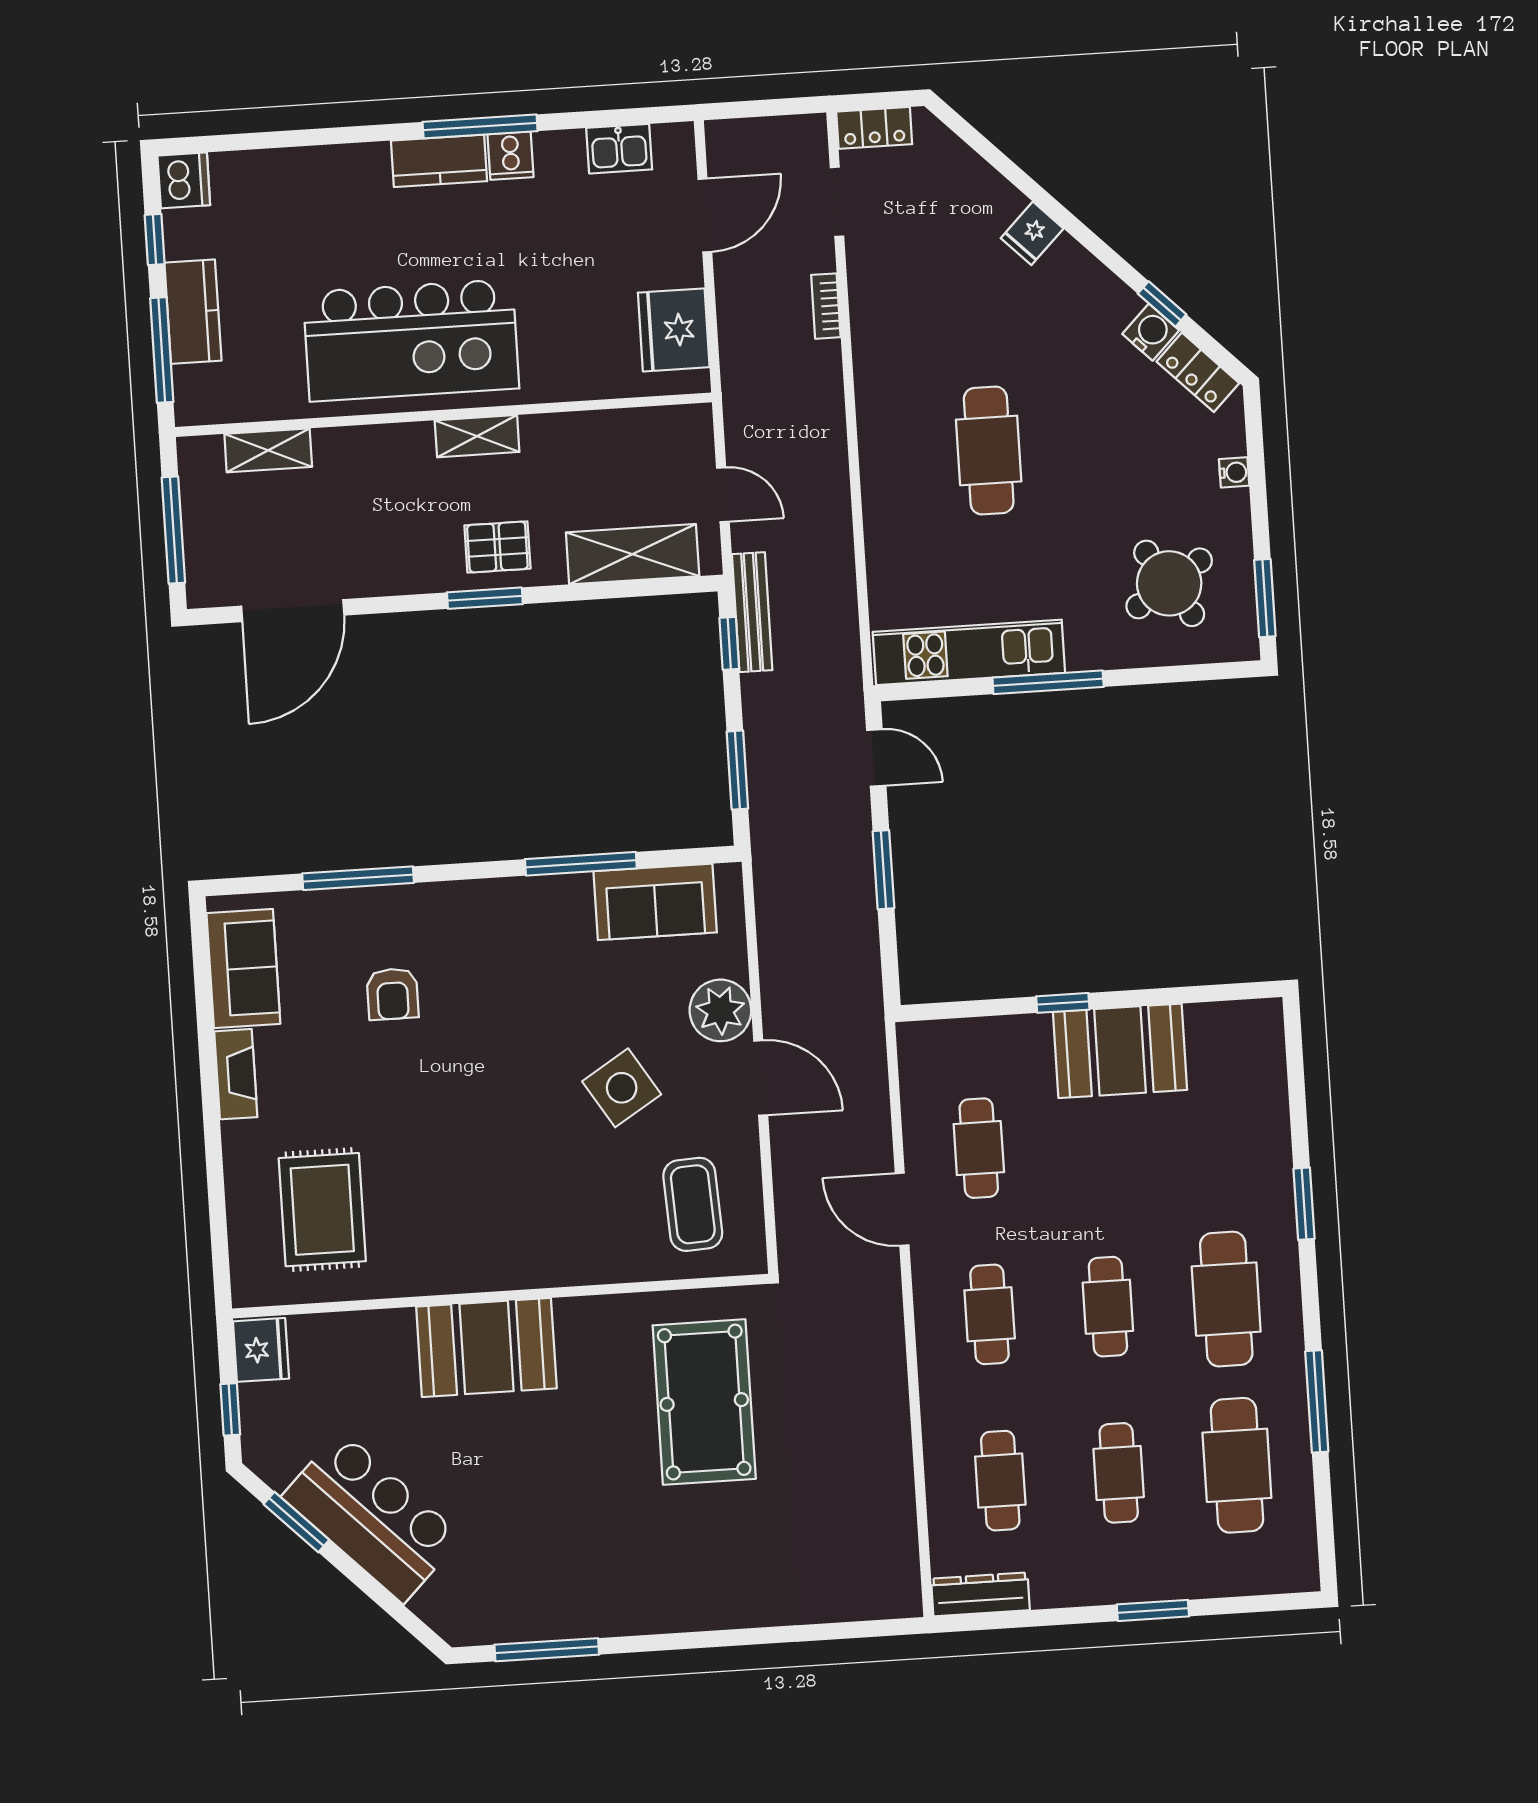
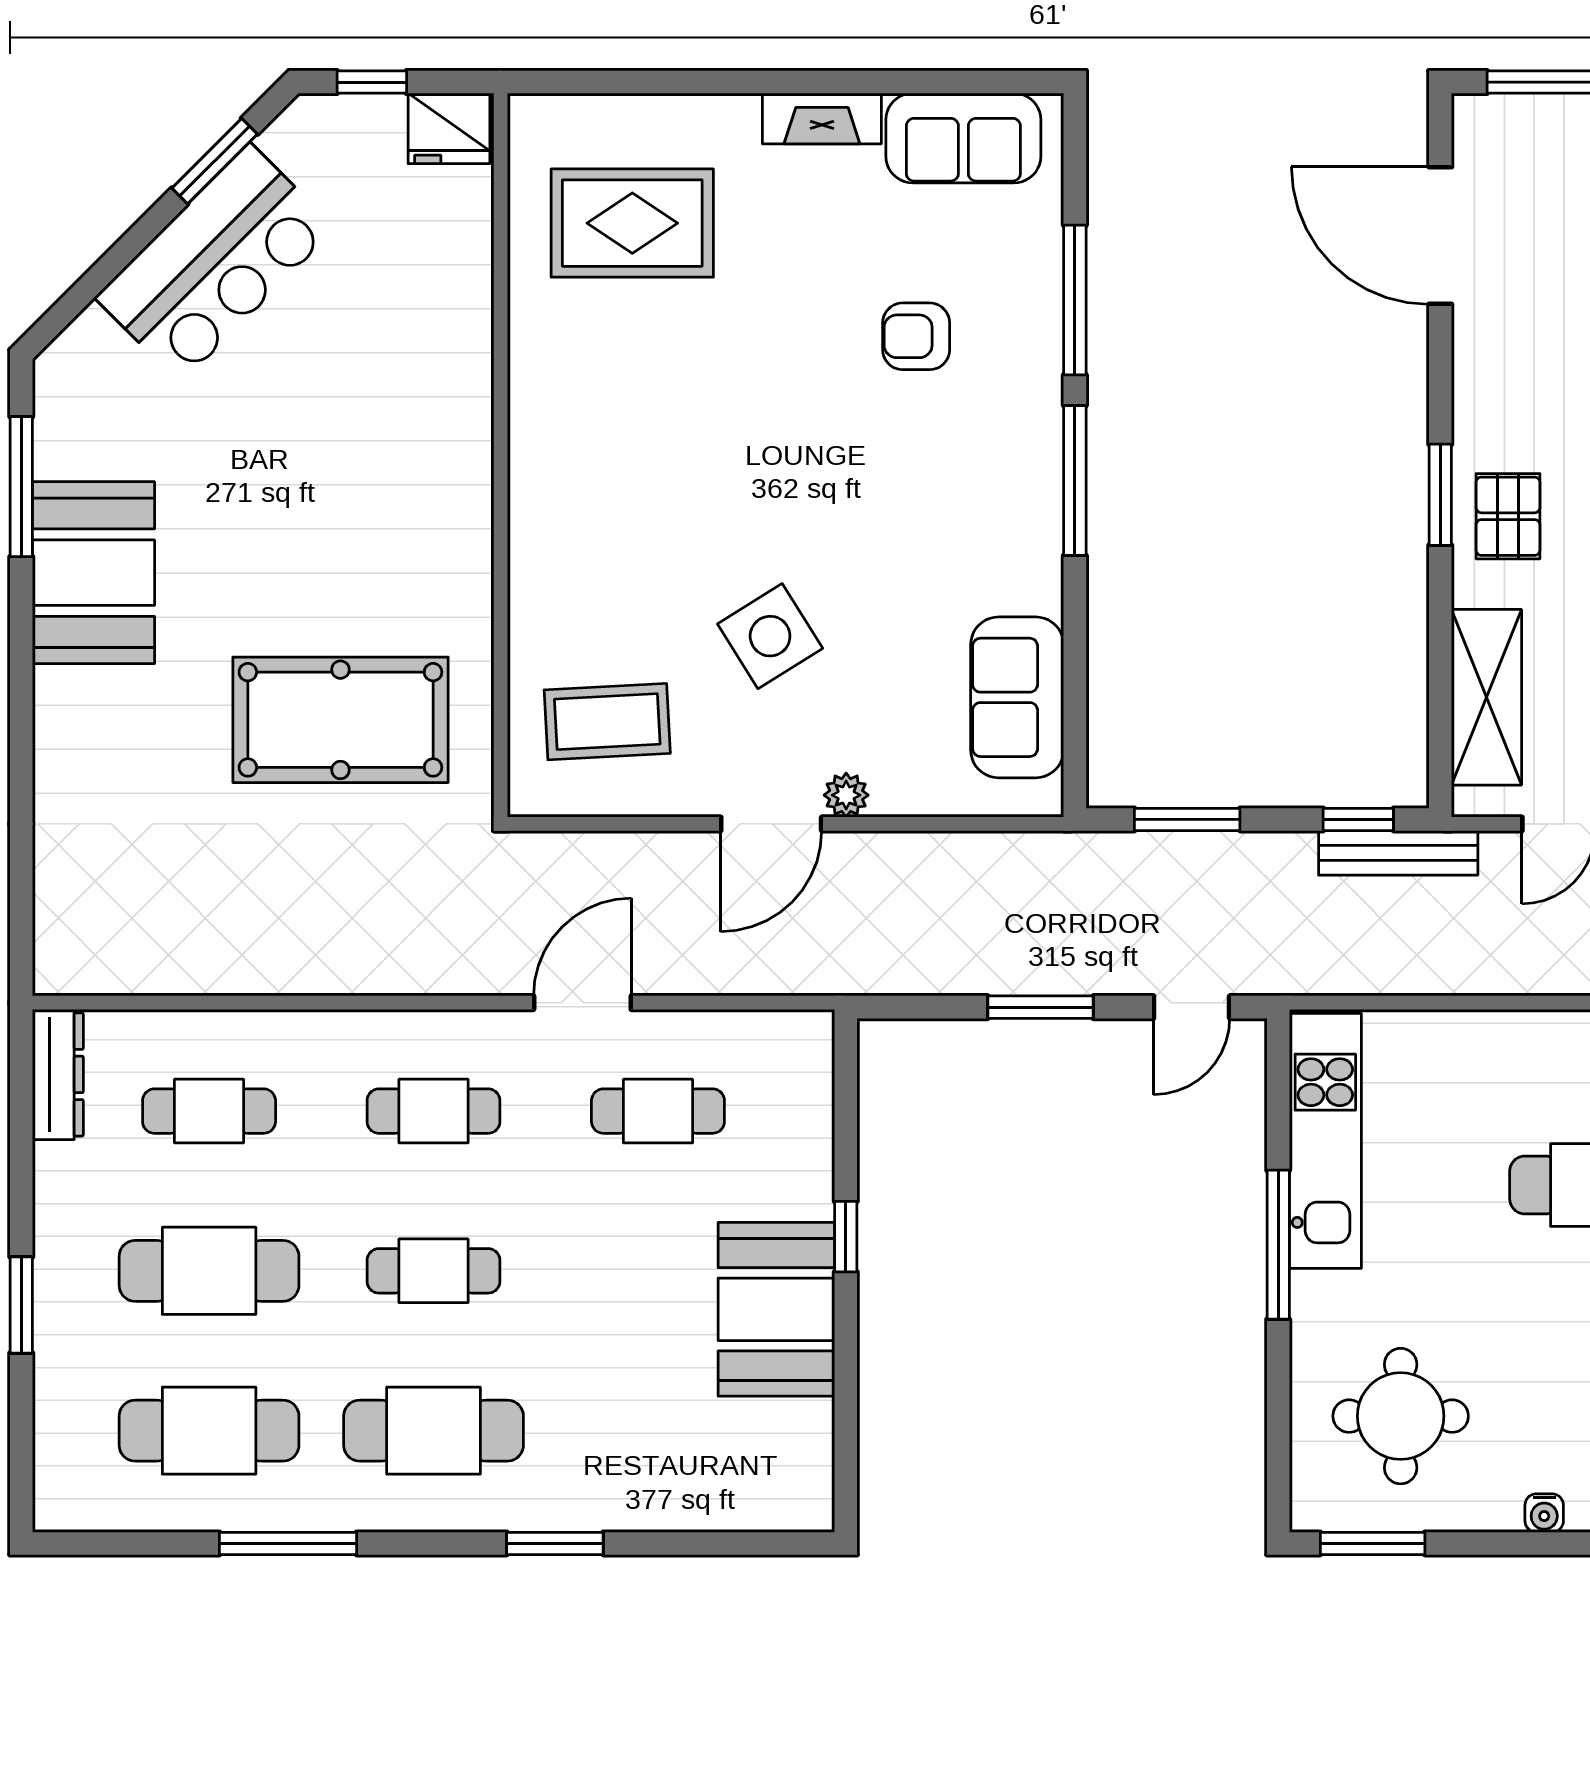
round table: (1169, 583) -> (1401, 1416), turned 33
window: (581, 864) -> (1075, 480), moved
plant: (720, 1010) -> (846, 795), width x0.53, depth x0.53
booth: (486, 1347) -> (93, 573), moved
cafe table: (1119, 1473) -> (209, 1271), width x1.37, depth x1.35

